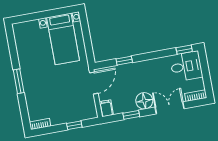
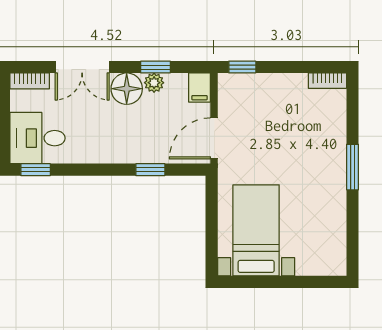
plant: (131, 106) -> (154, 83), added
window: (74, 125) -> (242, 67), moved

